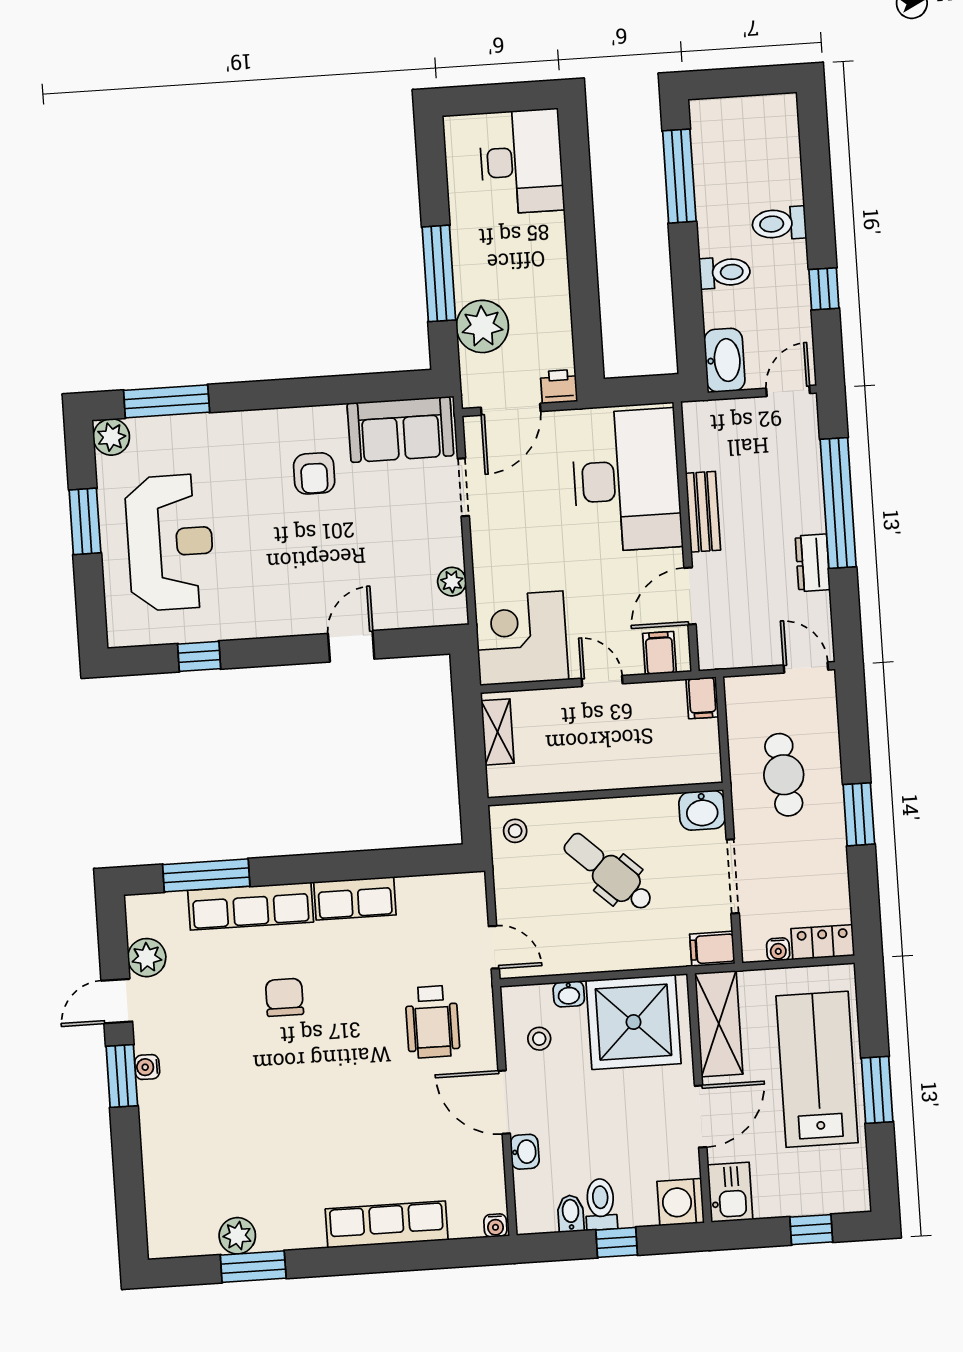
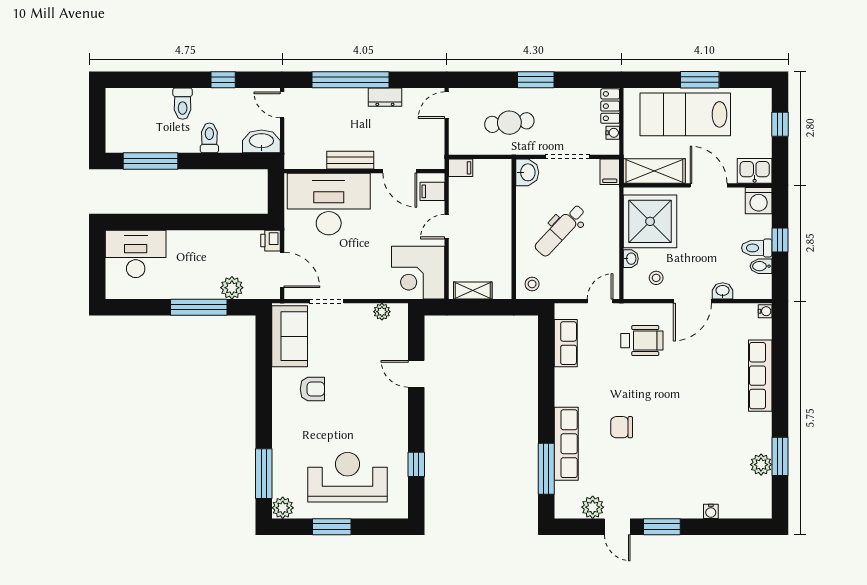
plant: (482, 326) -> (232, 288), width x0.73, depth x0.73
row of seats: (355, 898) -> (566, 343), moved
water cooler: (147, 1067) -> (711, 511), moved

